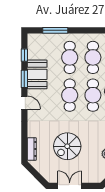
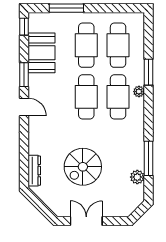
window: (24, 55) -> (24, 27), moved
booth: (37, 74) -> (42, 53), moved

